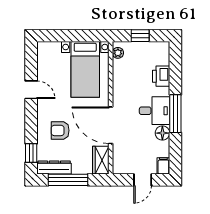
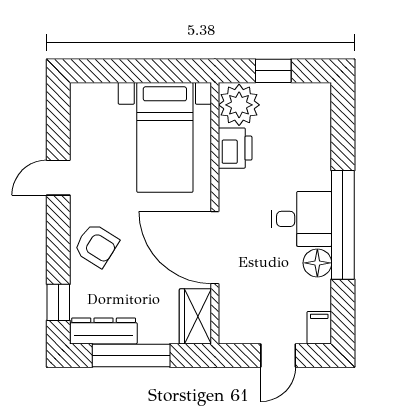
plant: (118, 53) -> (239, 105), width x1.88, depth x1.88
printer: (161, 76) -> (235, 148), moved, turned 180
door: (31, 90) -> (58, 178), swing flipped
window: (175, 114) -> (343, 225), width x1.46
armchair: (60, 130) -> (96, 245), moved, turned -148

